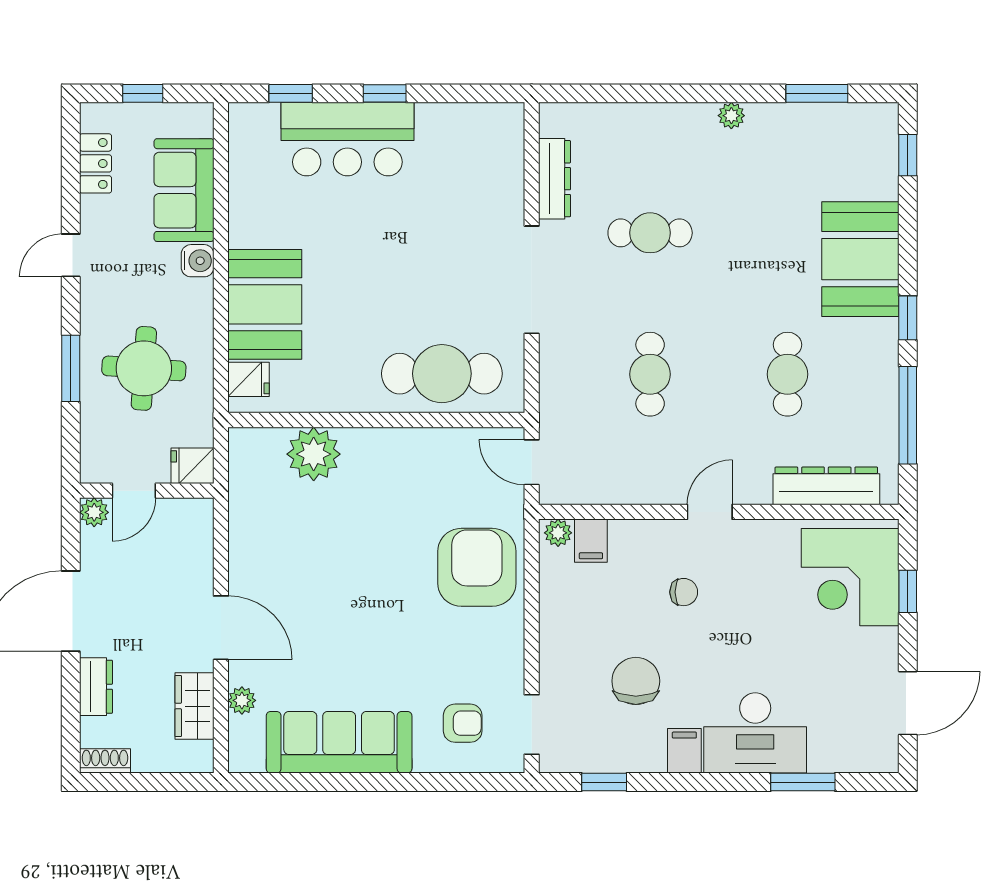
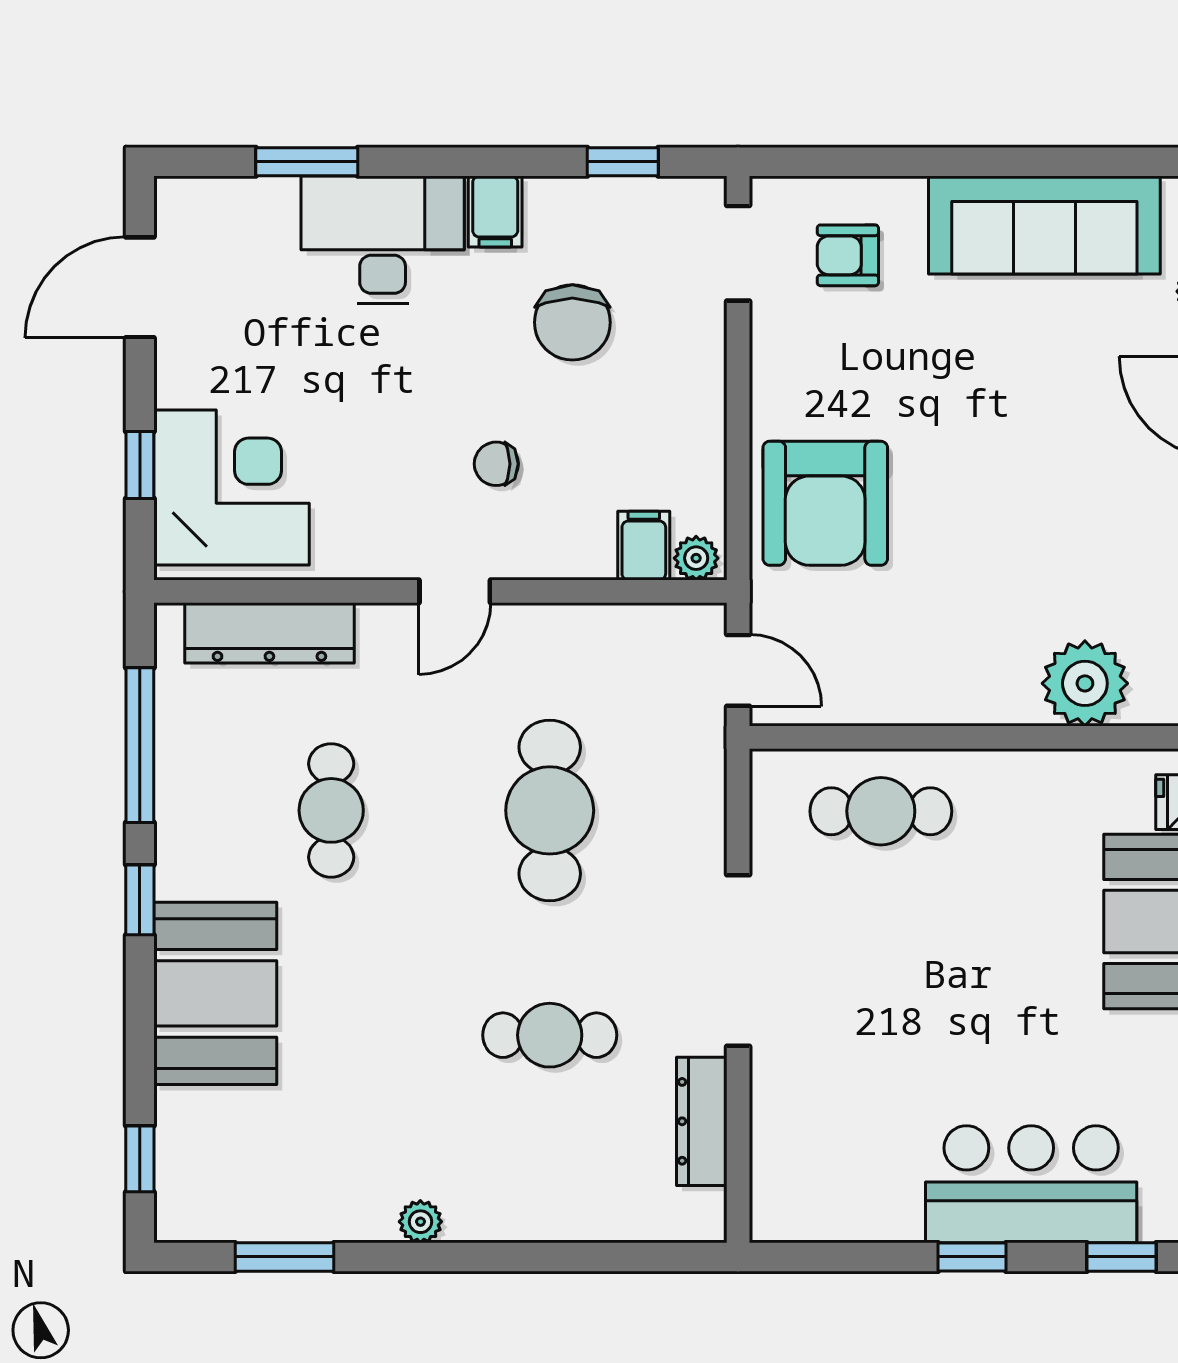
cafe table: (442, 374) -> (881, 811), width x0.73, depth x0.74
cafe table: (650, 374) -> (550, 810), width x1.37, depth x1.35

